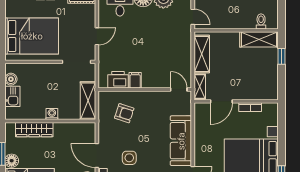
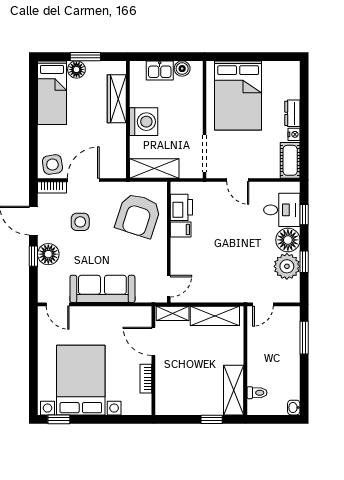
armchair: (124, 113) -> (138, 215), width x1.88, depth x1.88
washing machine: (52, 114) -> (144, 122), width x1.89, depth x1.89

